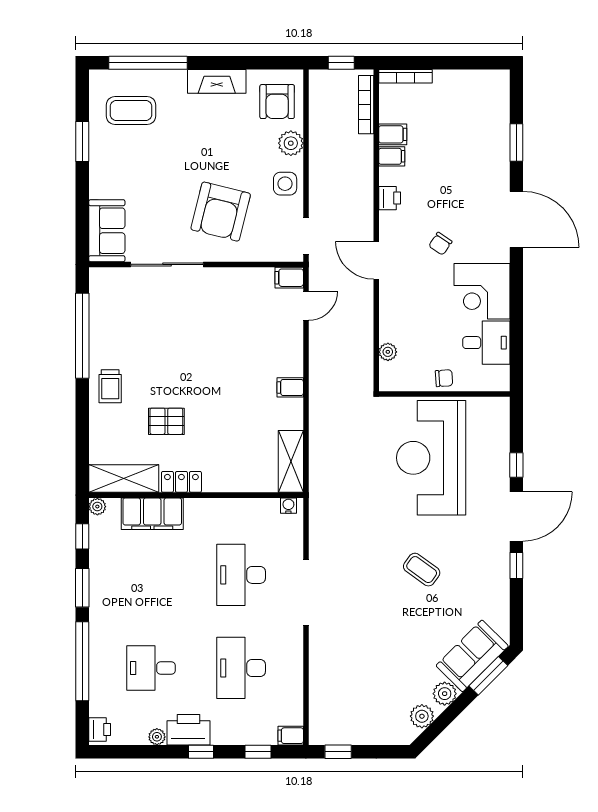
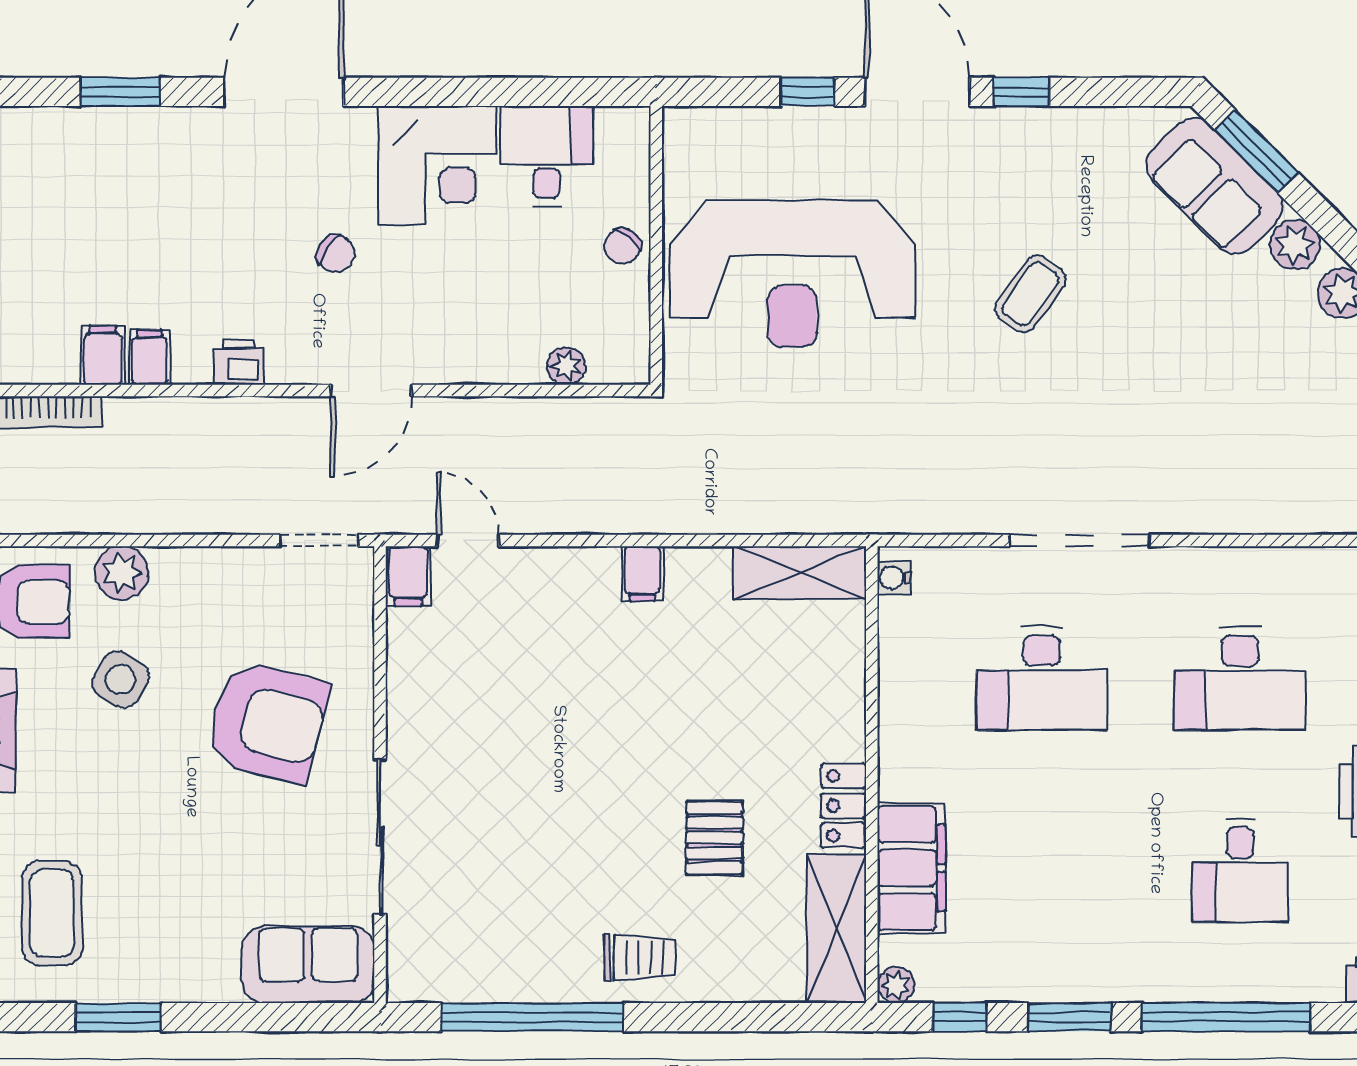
side table: (285, 184) -> (121, 679), moved, turned 32
chair: (444, 378) -> (622, 246), turned -139

